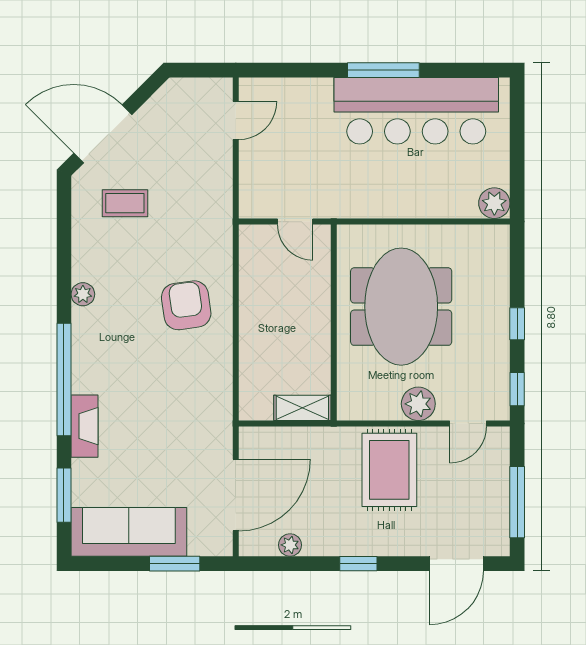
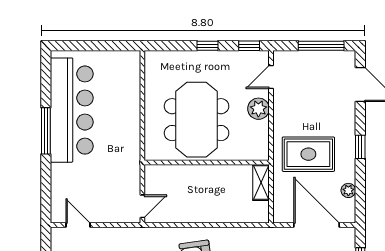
plant: (494, 203) -> (131, 60), removed
door: (295, 222) -> (142, 206), moved
meeting table: (401, 307) -> (197, 120), turned 90
door: (468, 424) -> (271, 77), swing flipped
rug: (389, 470) -> (308, 154), moved

